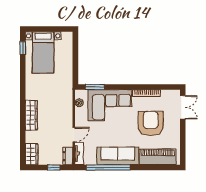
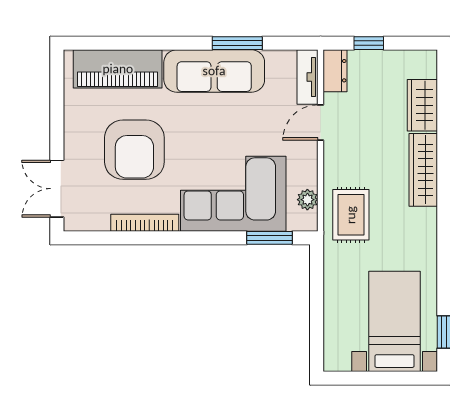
rug: (61, 97) -> (351, 215), added
wardrobe: (32, 154) -> (422, 105), moved
window: (108, 167) -> (237, 43), width x0.47

